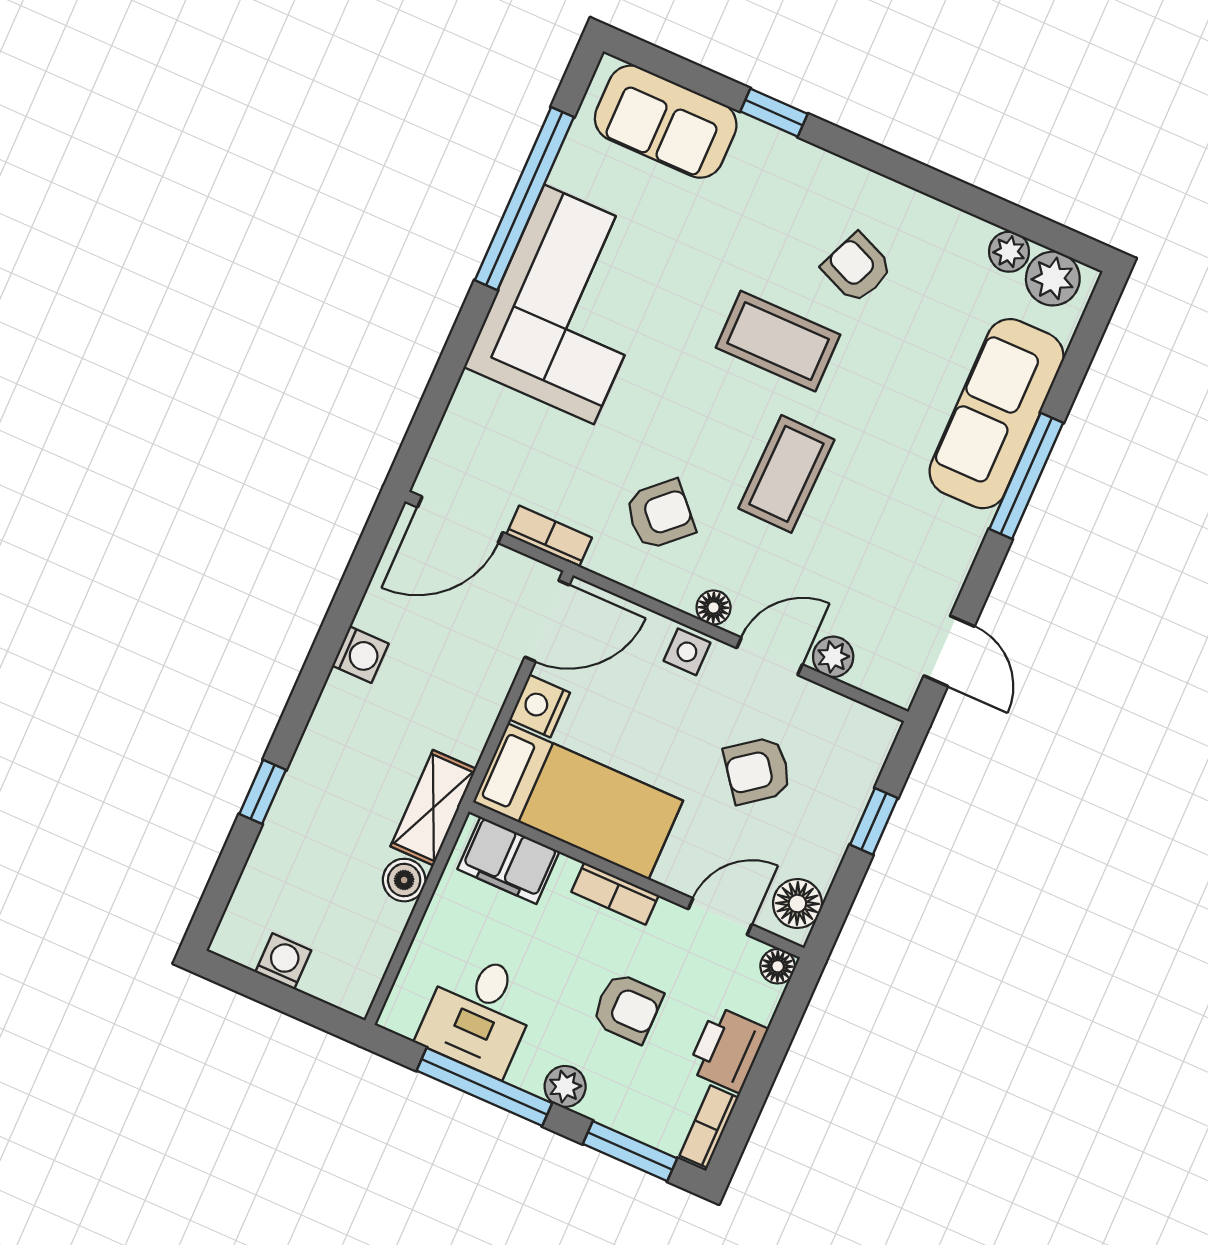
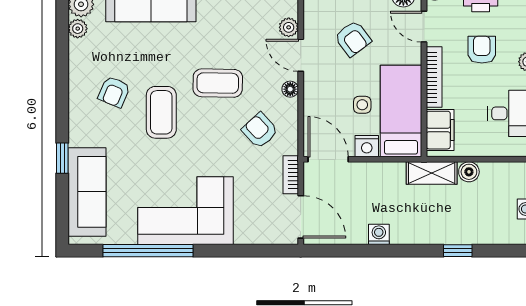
sofa: (666, 122) -> (87, 192), width x1.36
side table: (687, 652) -> (362, 105), moved
bookcase: (615, 894) -> (434, 77), width x1.56

